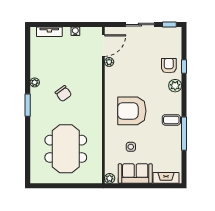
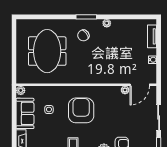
door: (103, 46) -> (140, 85), hinge flipped
chair: (63, 94) -> (83, 35), moved
meeting table: (66, 149) -> (47, 51), turned 90

